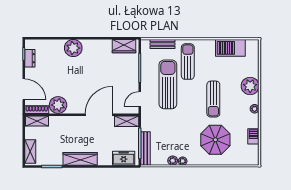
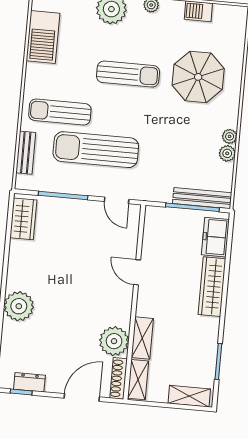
door: (99, 115) -> (137, 272), width x0.53
shelving: (127, 121) -> (142, 338), moved
wardrobe: (80, 159) -> (212, 287), moved

